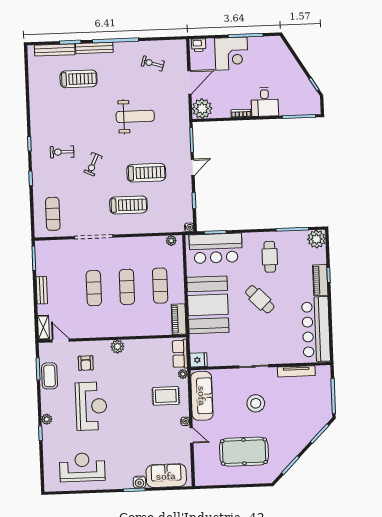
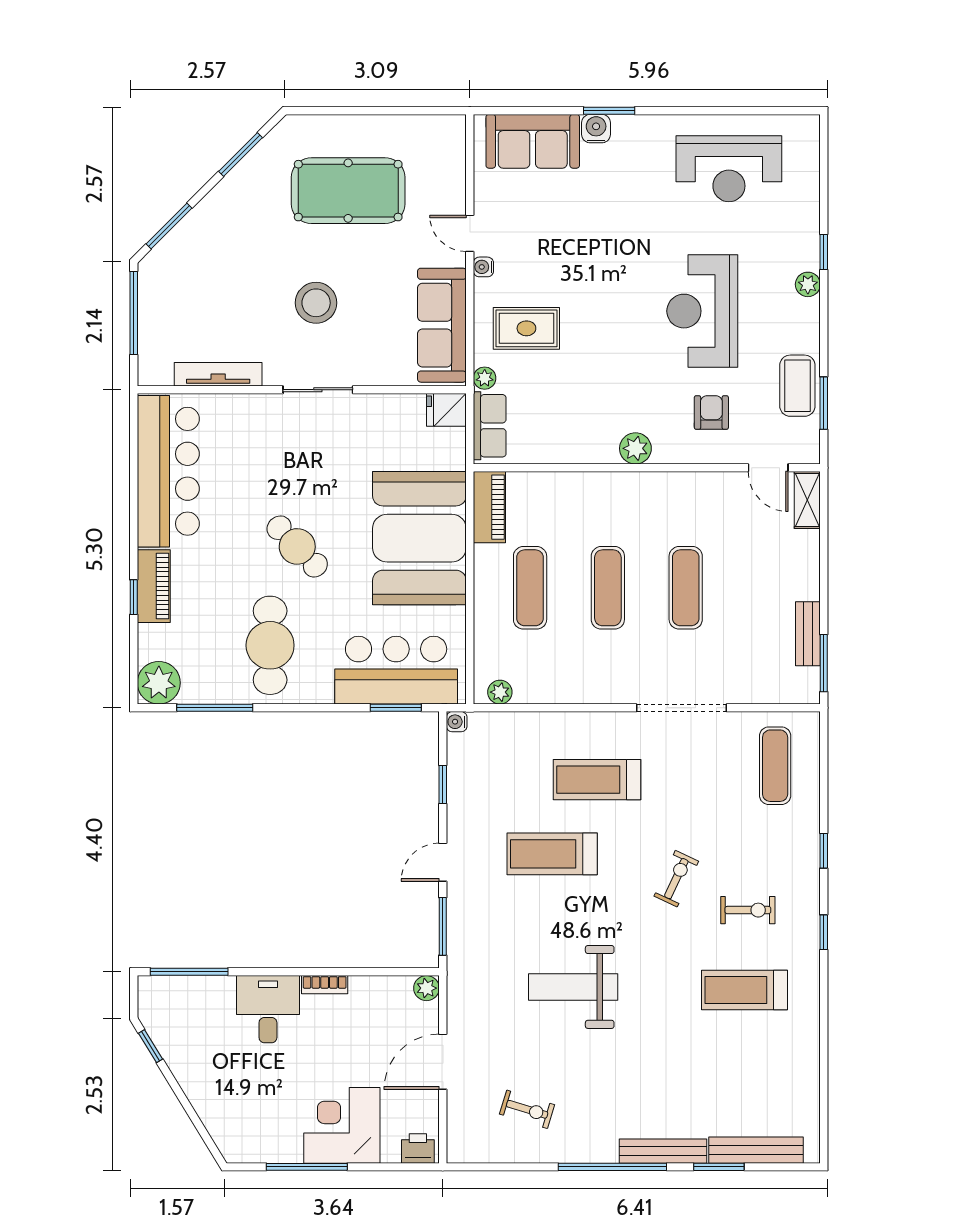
treadmill: (79, 79) -> (744, 990), moved
plant: (202, 109) -> (426, 988), width x0.53, depth x0.53
cafe table: (270, 257) -> (270, 645), width x1.37, depth x1.35
bench: (42, 290) -> (808, 634), moved

